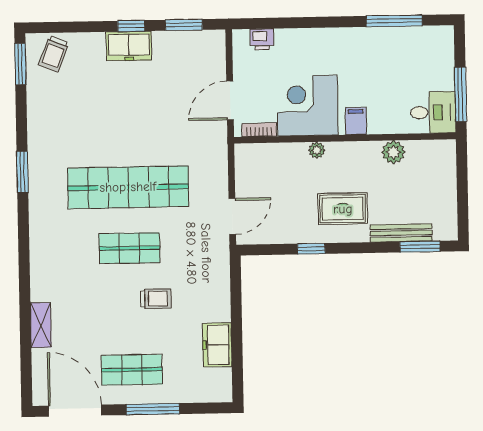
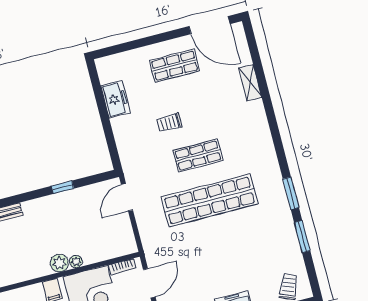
window: (20, 64) -> (302, 237), moved
plant: (393, 152) -> (59, 263), moved
rug: (343, 209) -> (46, 223), removed
window: (153, 409) -> (152, 40), removed

